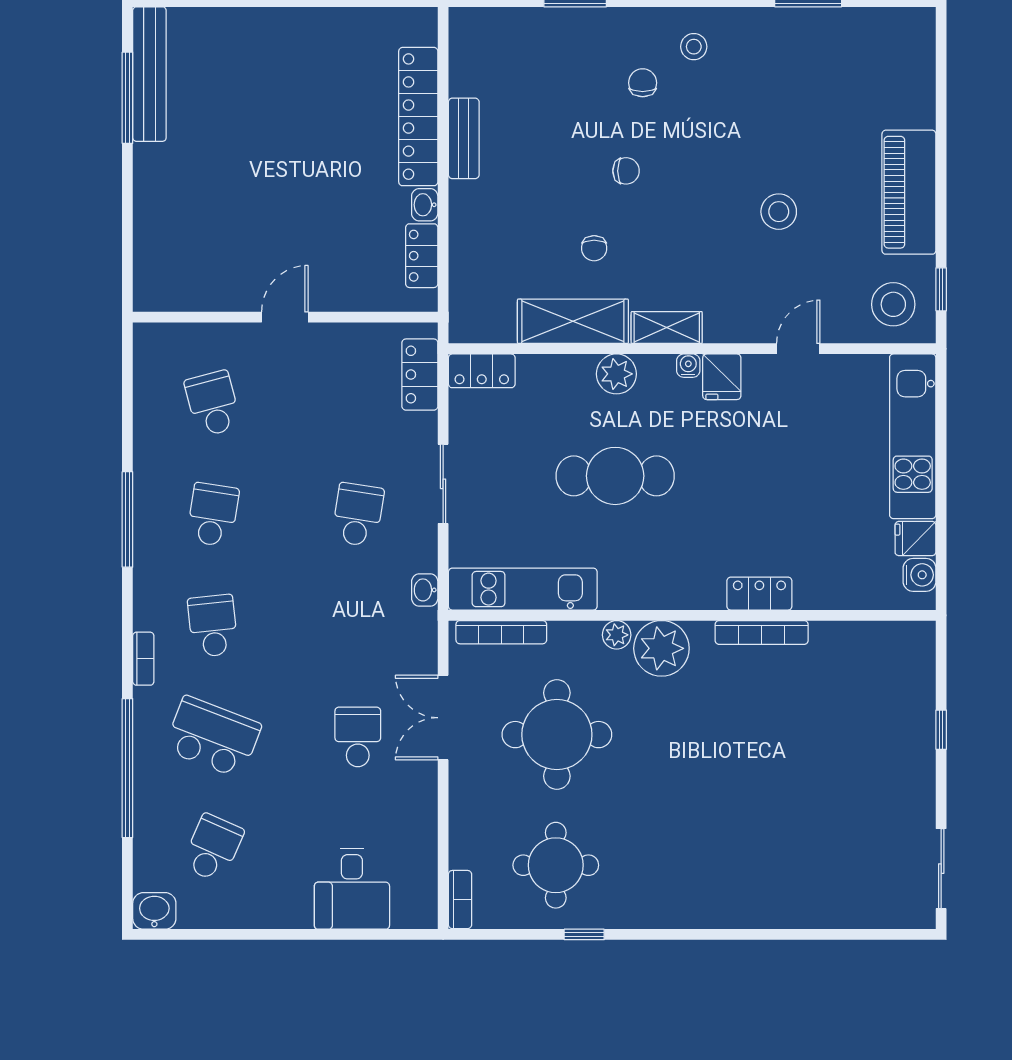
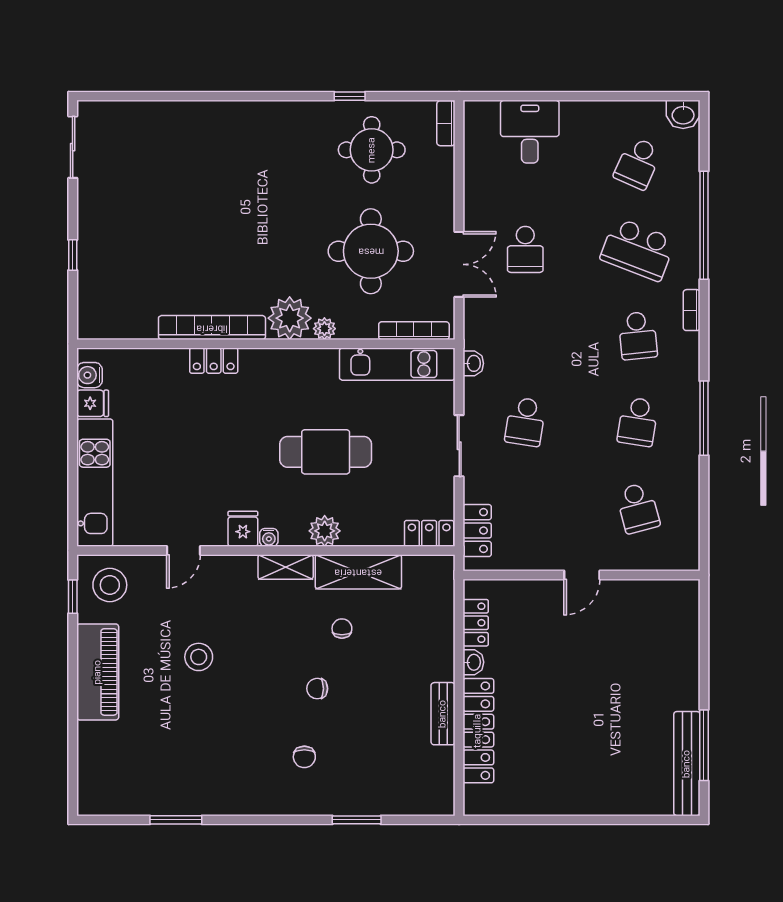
stool: (694, 47) -> (265, 785), removed
bookcase: (762, 632) -> (212, 328), width x1.48, depth x1.31

